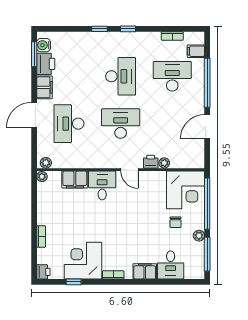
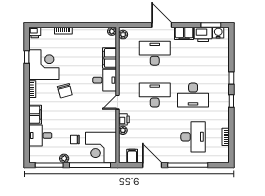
filing cabinet: (196, 51) -> (132, 156), moved
desk: (121, 124) -> (155, 95), turned -90
chair: (115, 235) -> (65, 91), added

